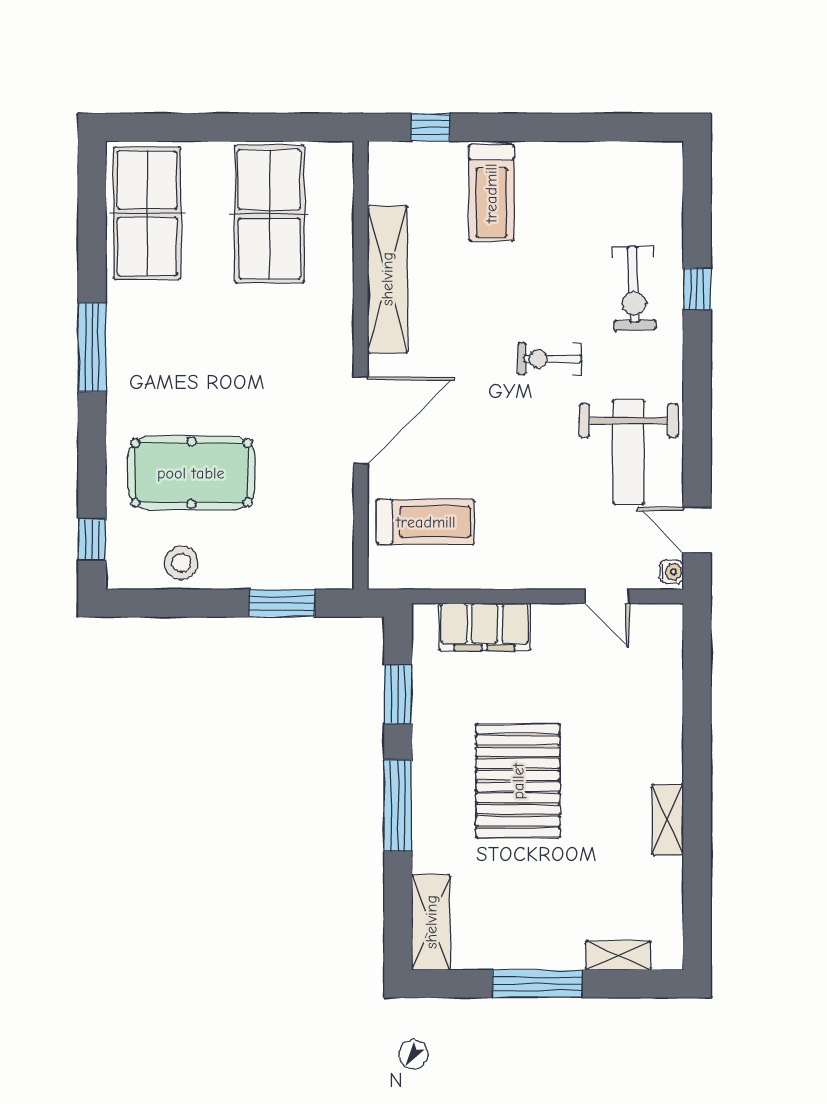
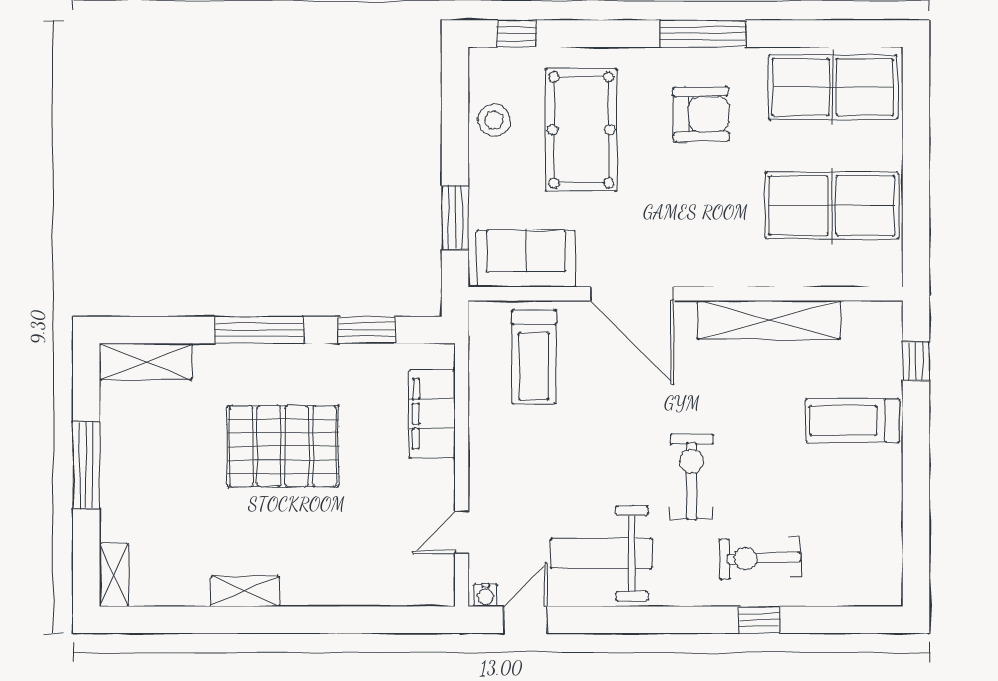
armchair: (175, 349) -> (701, 114), added
exercise bike: (550, 359) -> (692, 477), width x1.38, depth x1.39
sofa: (324, 530) -> (526, 259), added
shelving: (618, 955) -> (114, 575), moved

